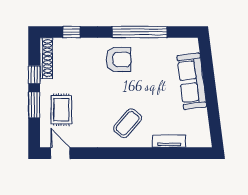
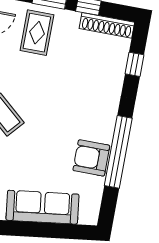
armchair: (118, 59) -> (91, 158), moved, turned 90
rug: (61, 110) -> (37, 33), turned 90

